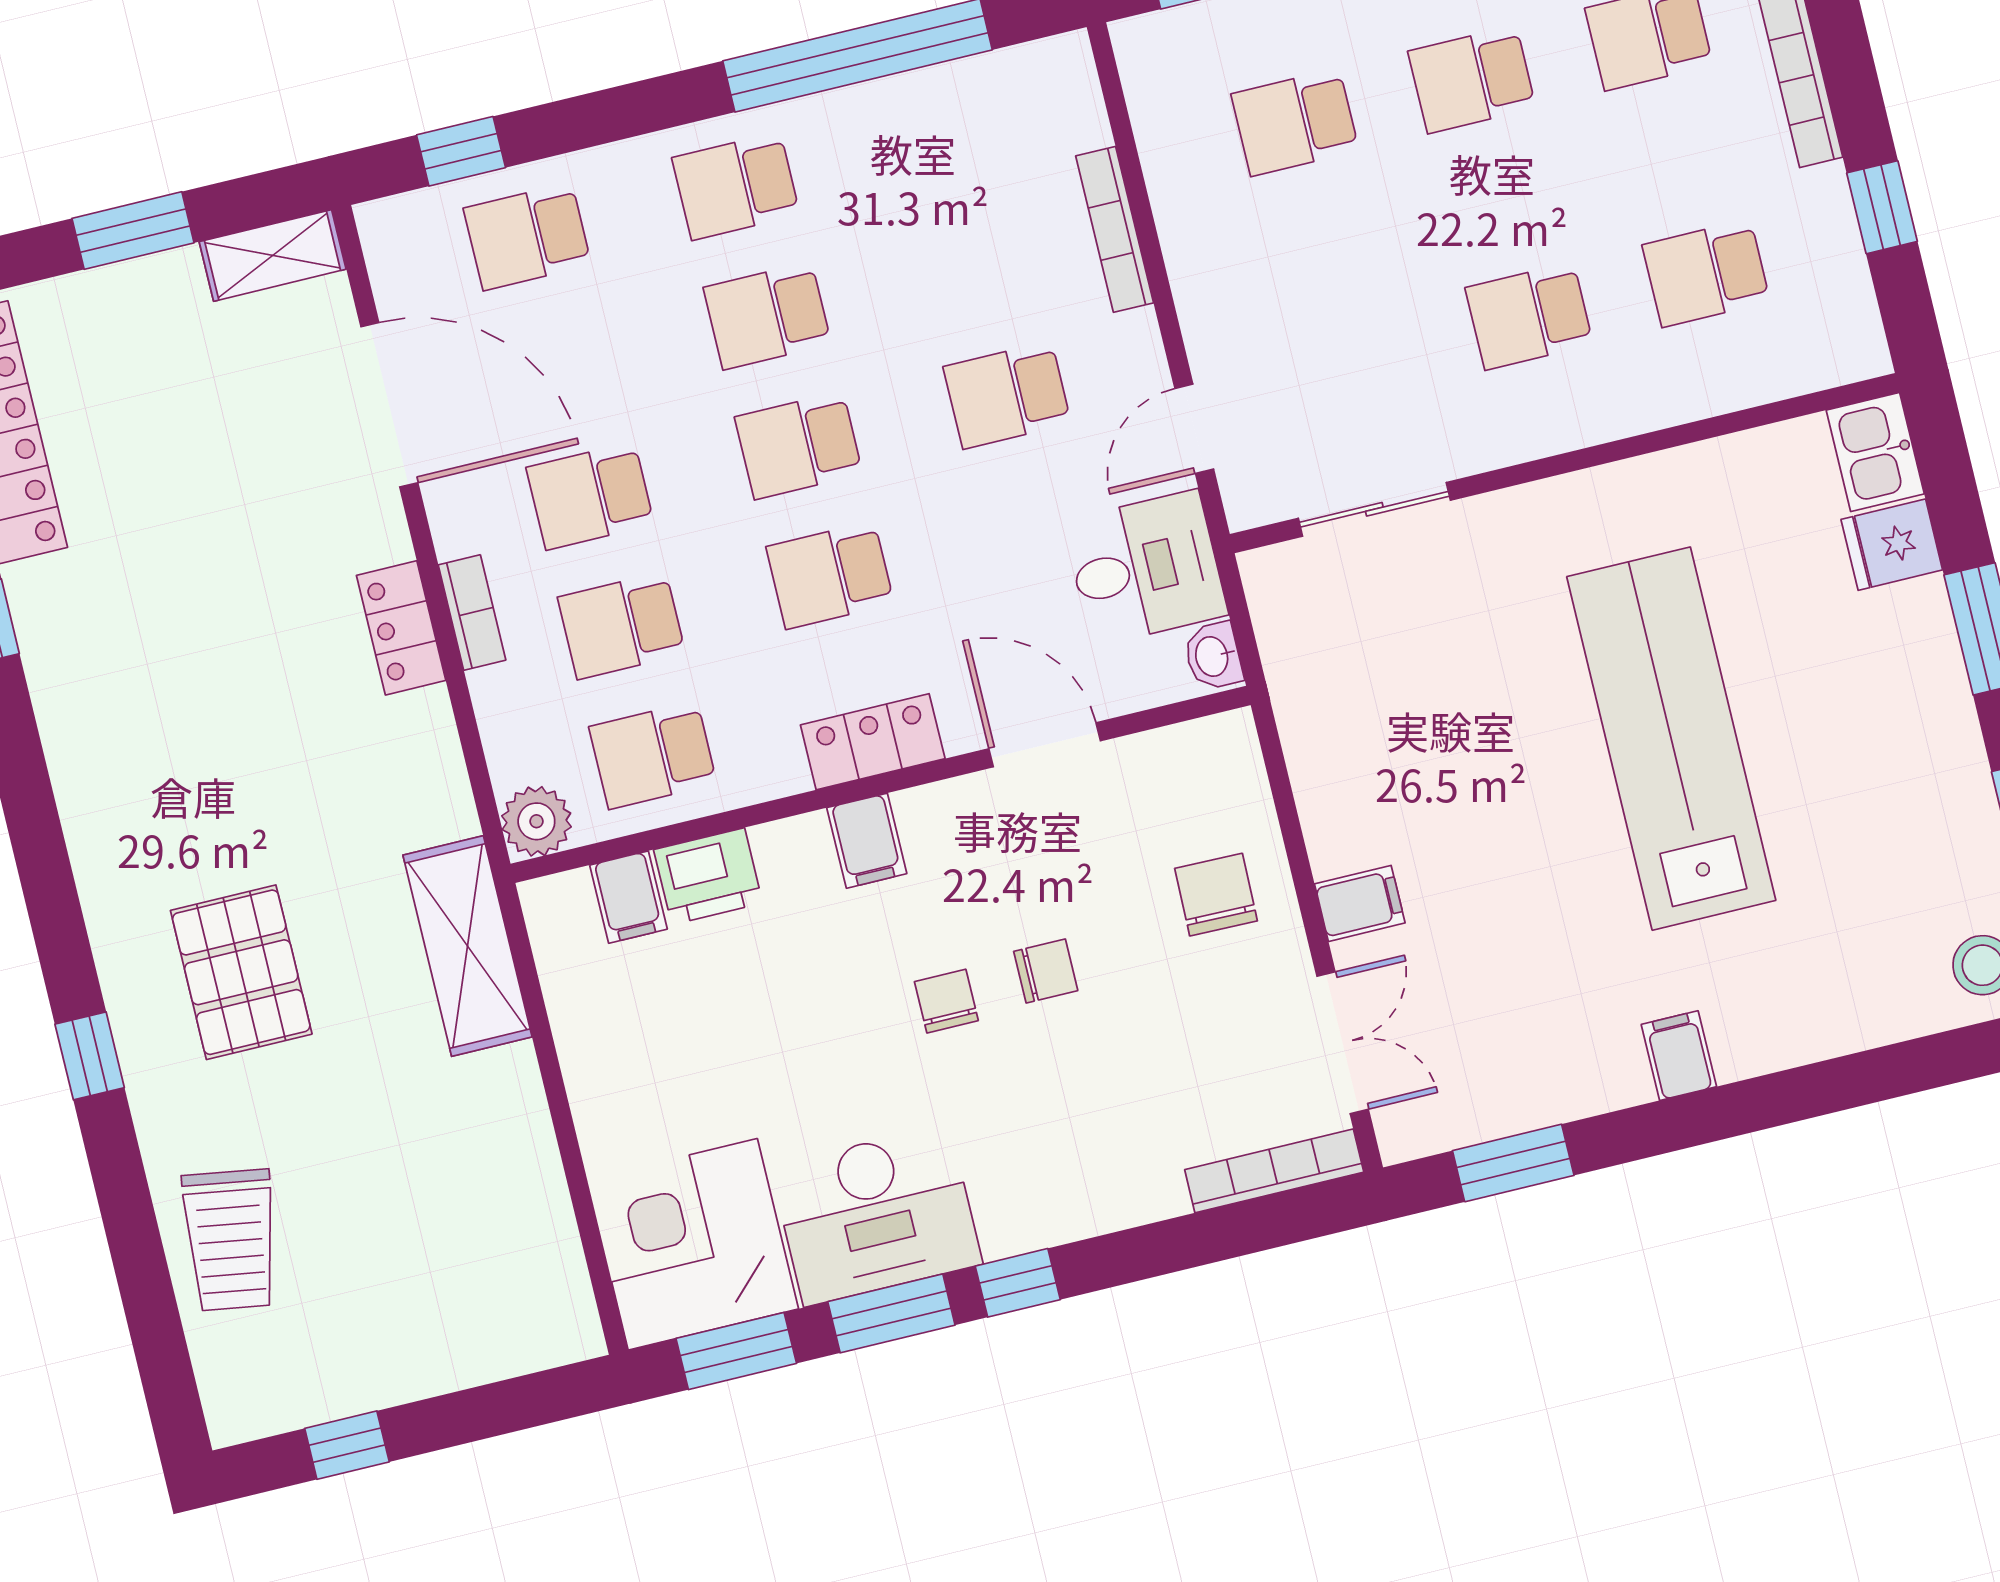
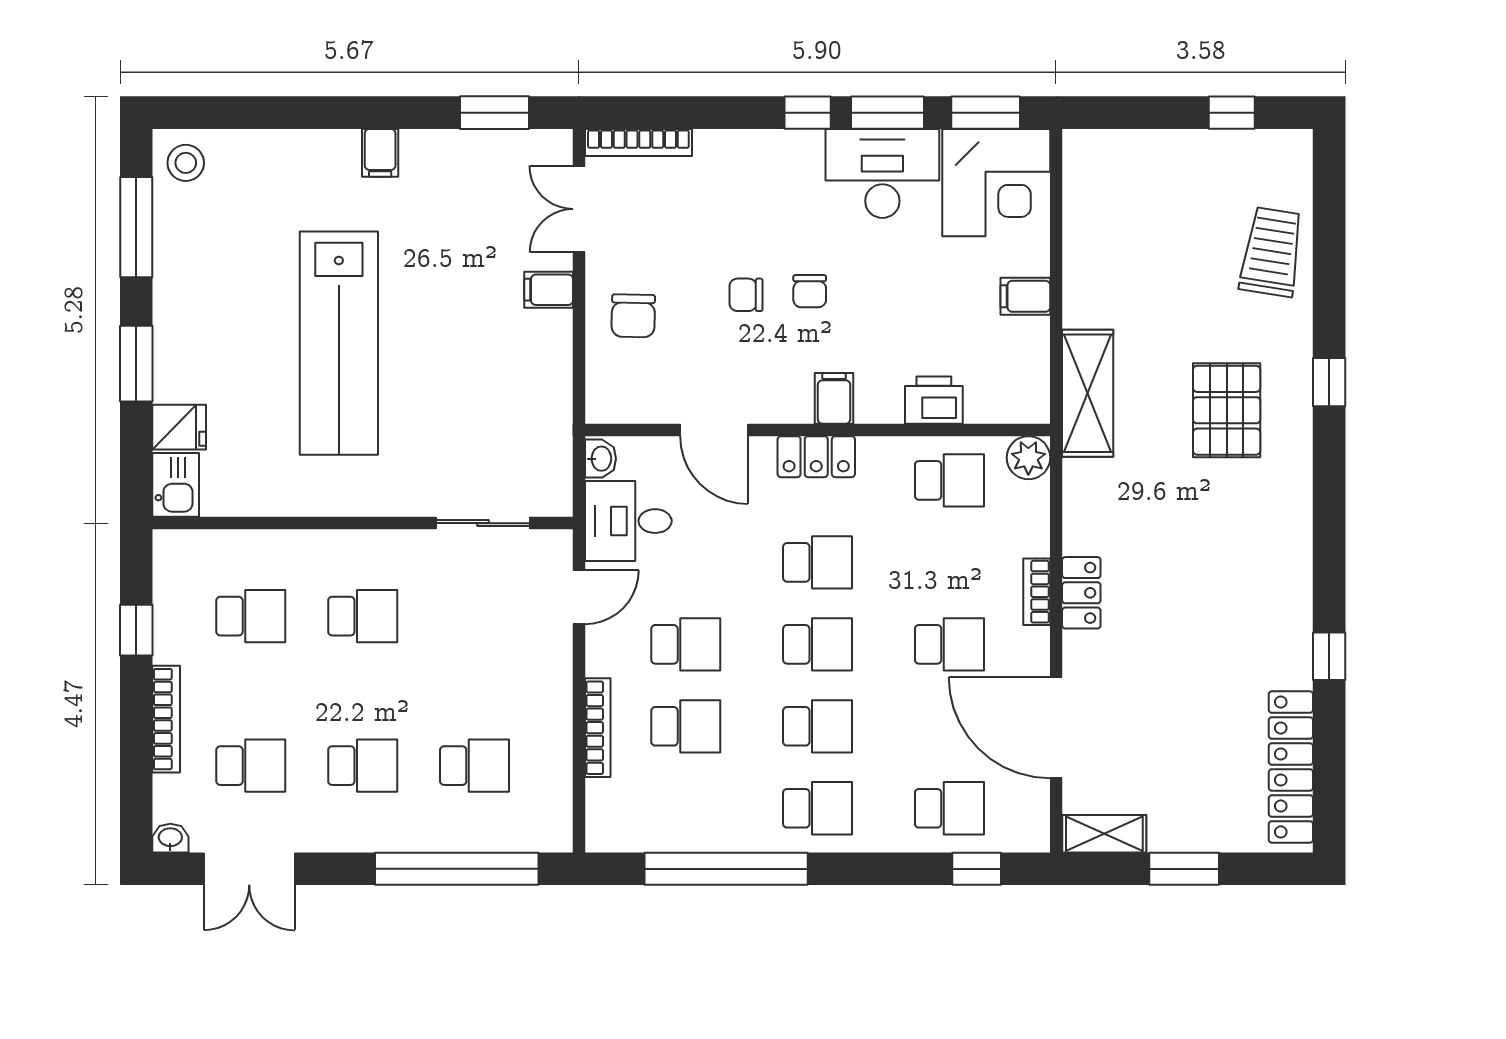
school desk: (621, 626) -> (686, 726), moved
filing cabinet: (628, 897) -> (1025, 296), moved, turned -90

